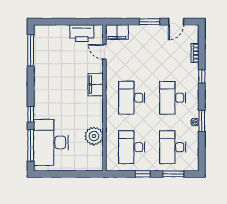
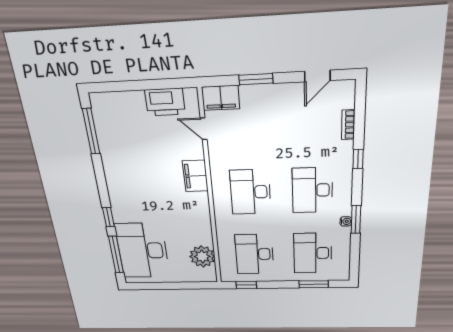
window: (150, 22) -> (256, 79), moved
plant: (94, 136) -> (202, 256), moved
window: (143, 174) -> (246, 285), moved

